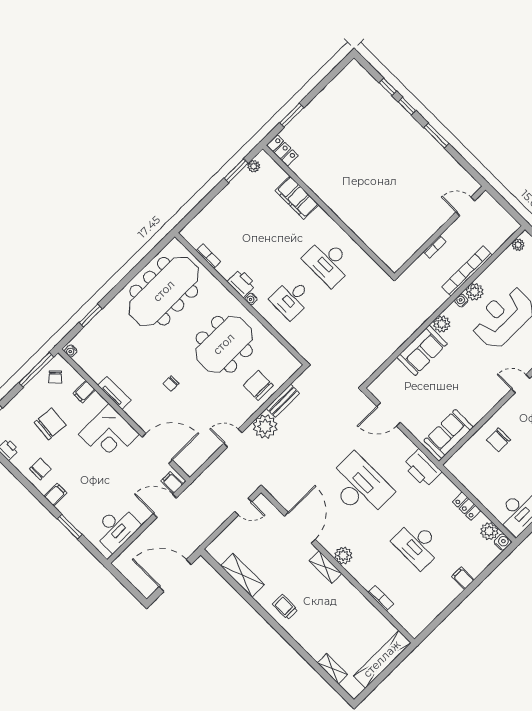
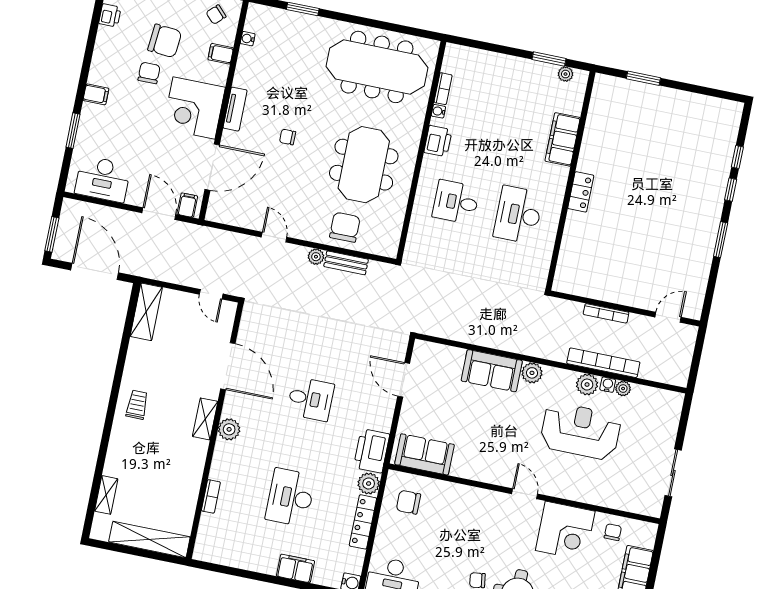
locker: (283, 151) -> (581, 192), moved
door: (465, 206) -> (668, 317), hinge flipped
plant: (518, 245) -> (623, 389), moved
bookcase: (435, 247) -> (606, 313), width x1.56
water cooler: (251, 299) -> (438, 111), moved
water cooler: (461, 301) -> (608, 385), moved
meeting table: (224, 344) -> (364, 165), turned 90
water cooler: (71, 351) -> (248, 39), moved
tv unit: (114, 393) -> (235, 109), moved
plant: (265, 426) -> (316, 257), width x0.53, depth x0.53
chair: (499, 440) -> (408, 502), moved
door: (157, 449) -> (212, 167), hinge flipped
chair: (40, 469) -> (149, 73), moved, turned -90
desk: (359, 486) -> (311, 399), width x0.53, depth x0.77
locker: (467, 506) -> (363, 522), width x1.53
door: (300, 528) -> (228, 366), hinge flipped
plant: (489, 531) -> (369, 483), moved
shelving: (242, 575) -> (146, 312), moved
filing cabinet: (463, 578) -> (295, 568), width x2.00
window: (131, 588) -> (52, 234), added

